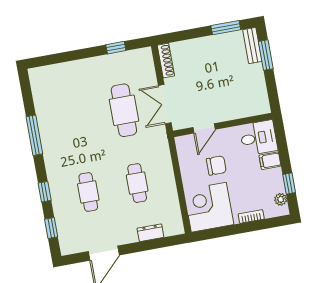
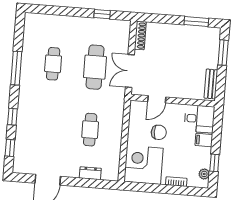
bench: (252, 45) -> (211, 84), moved
cafe table: (88, 192) -> (53, 64), moved

